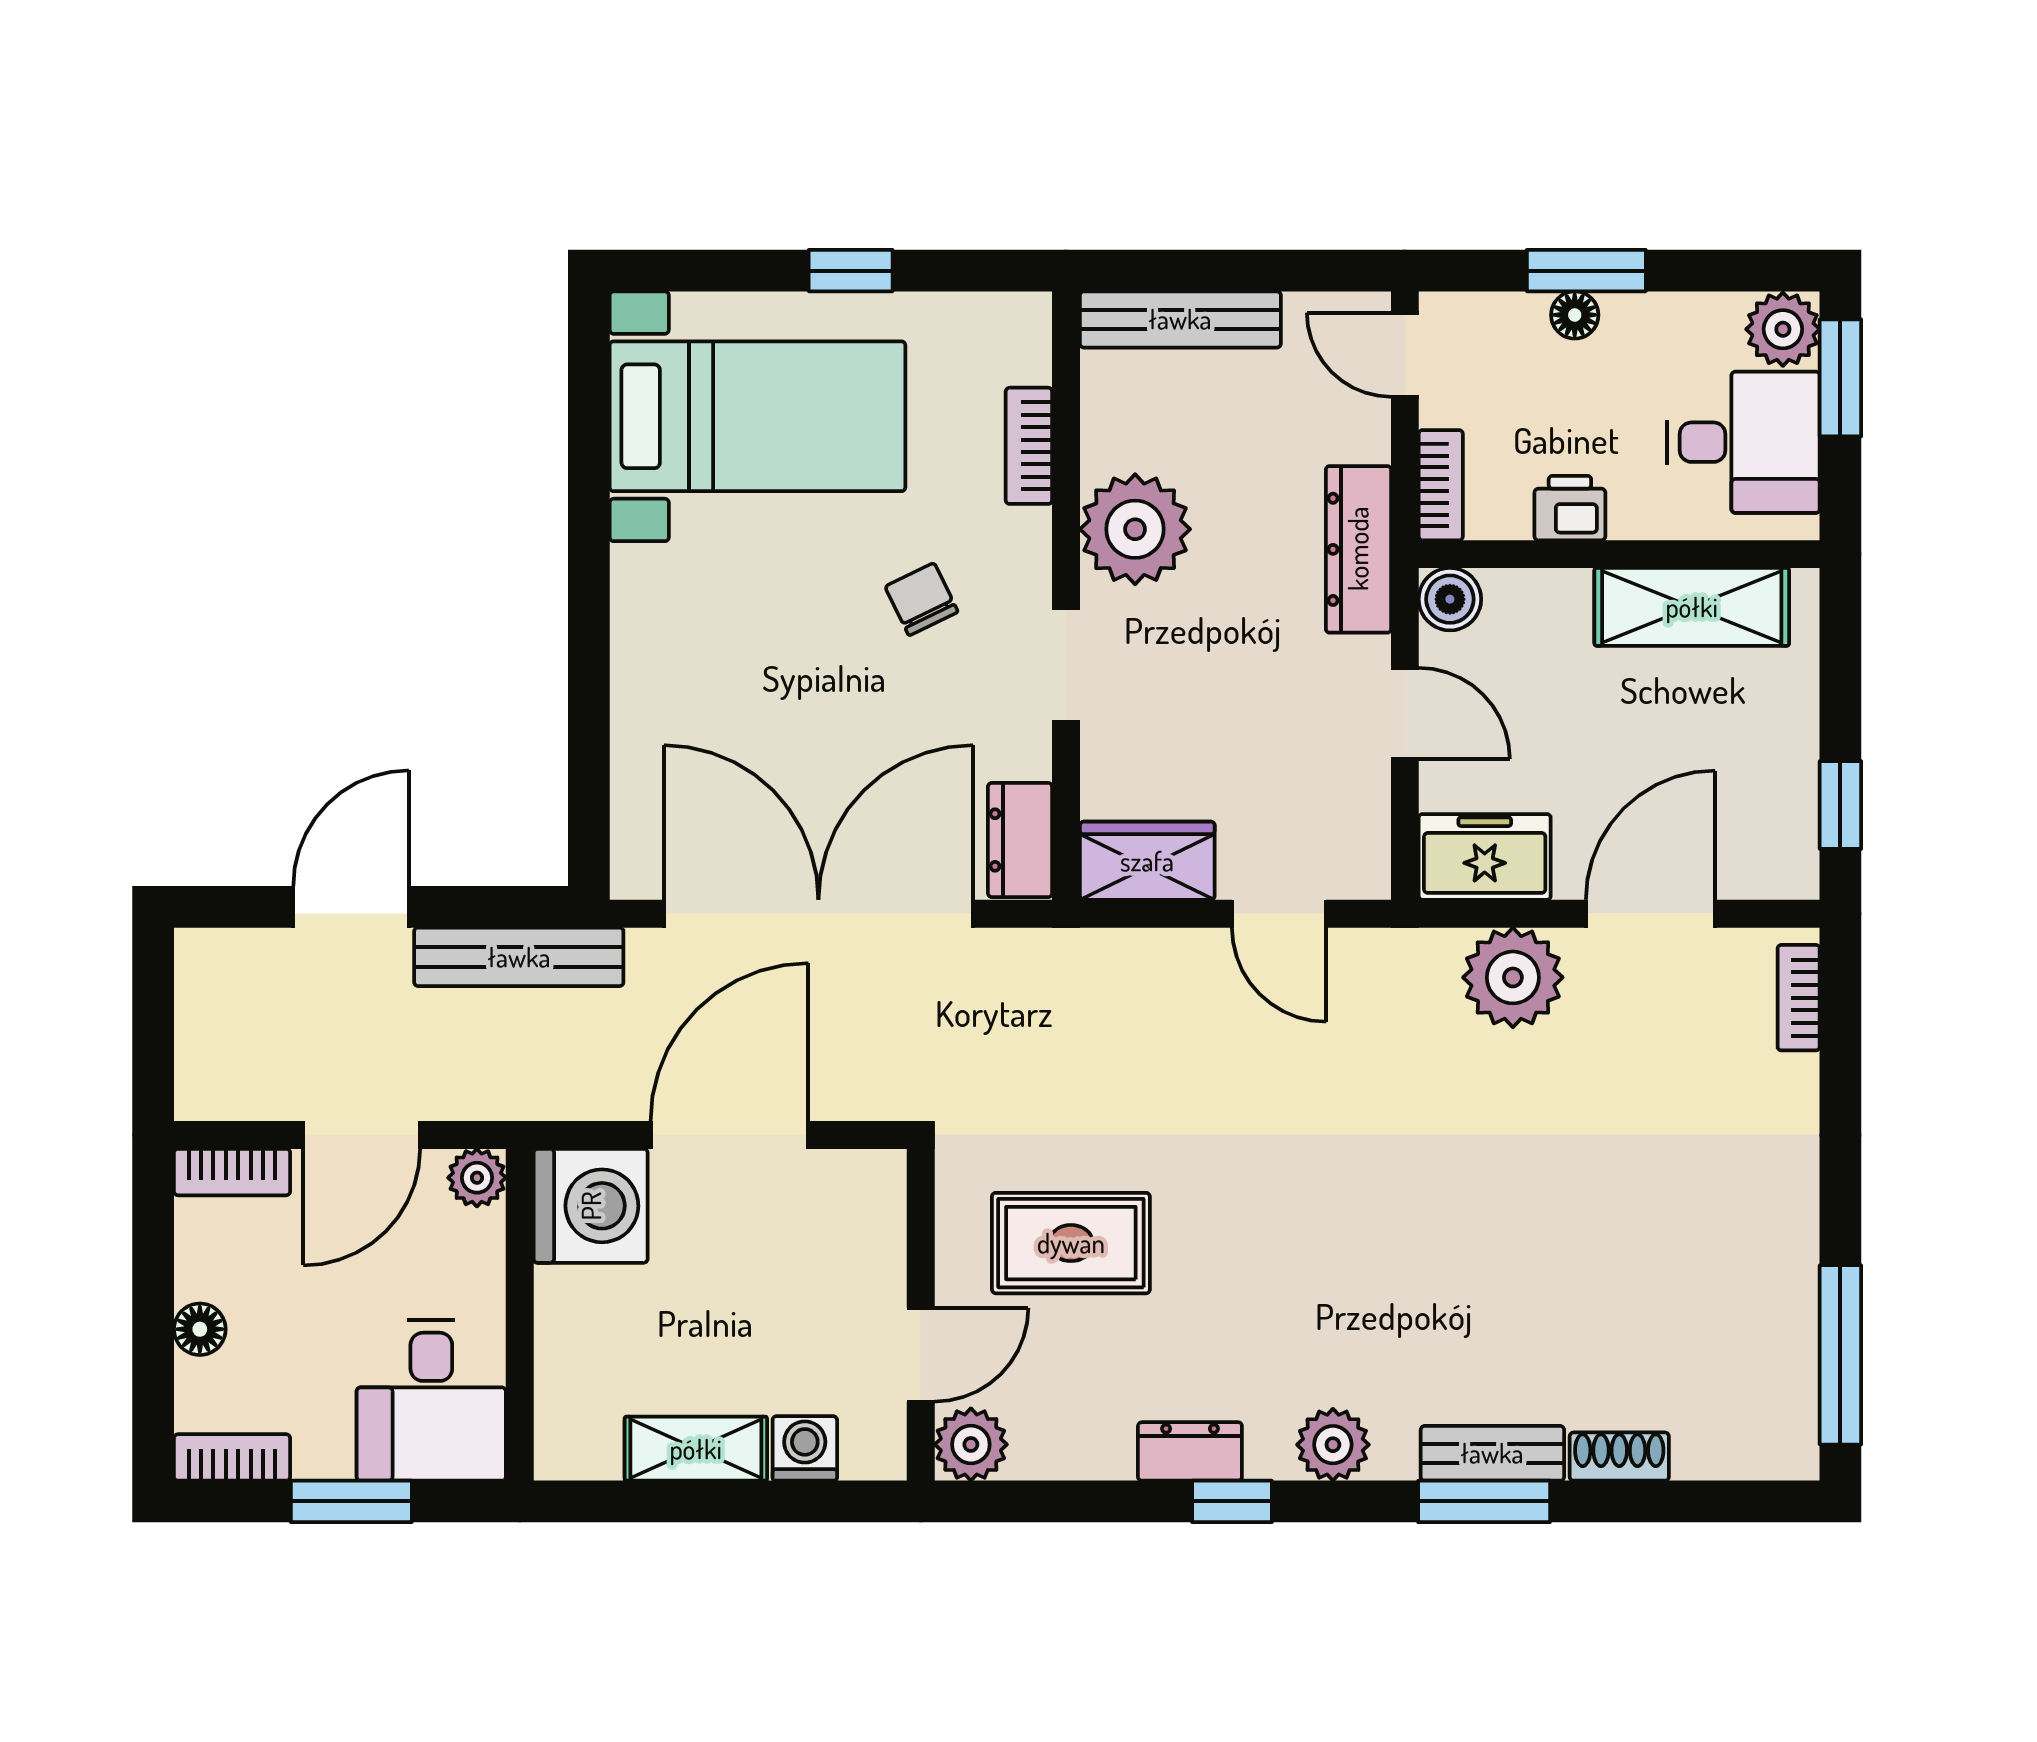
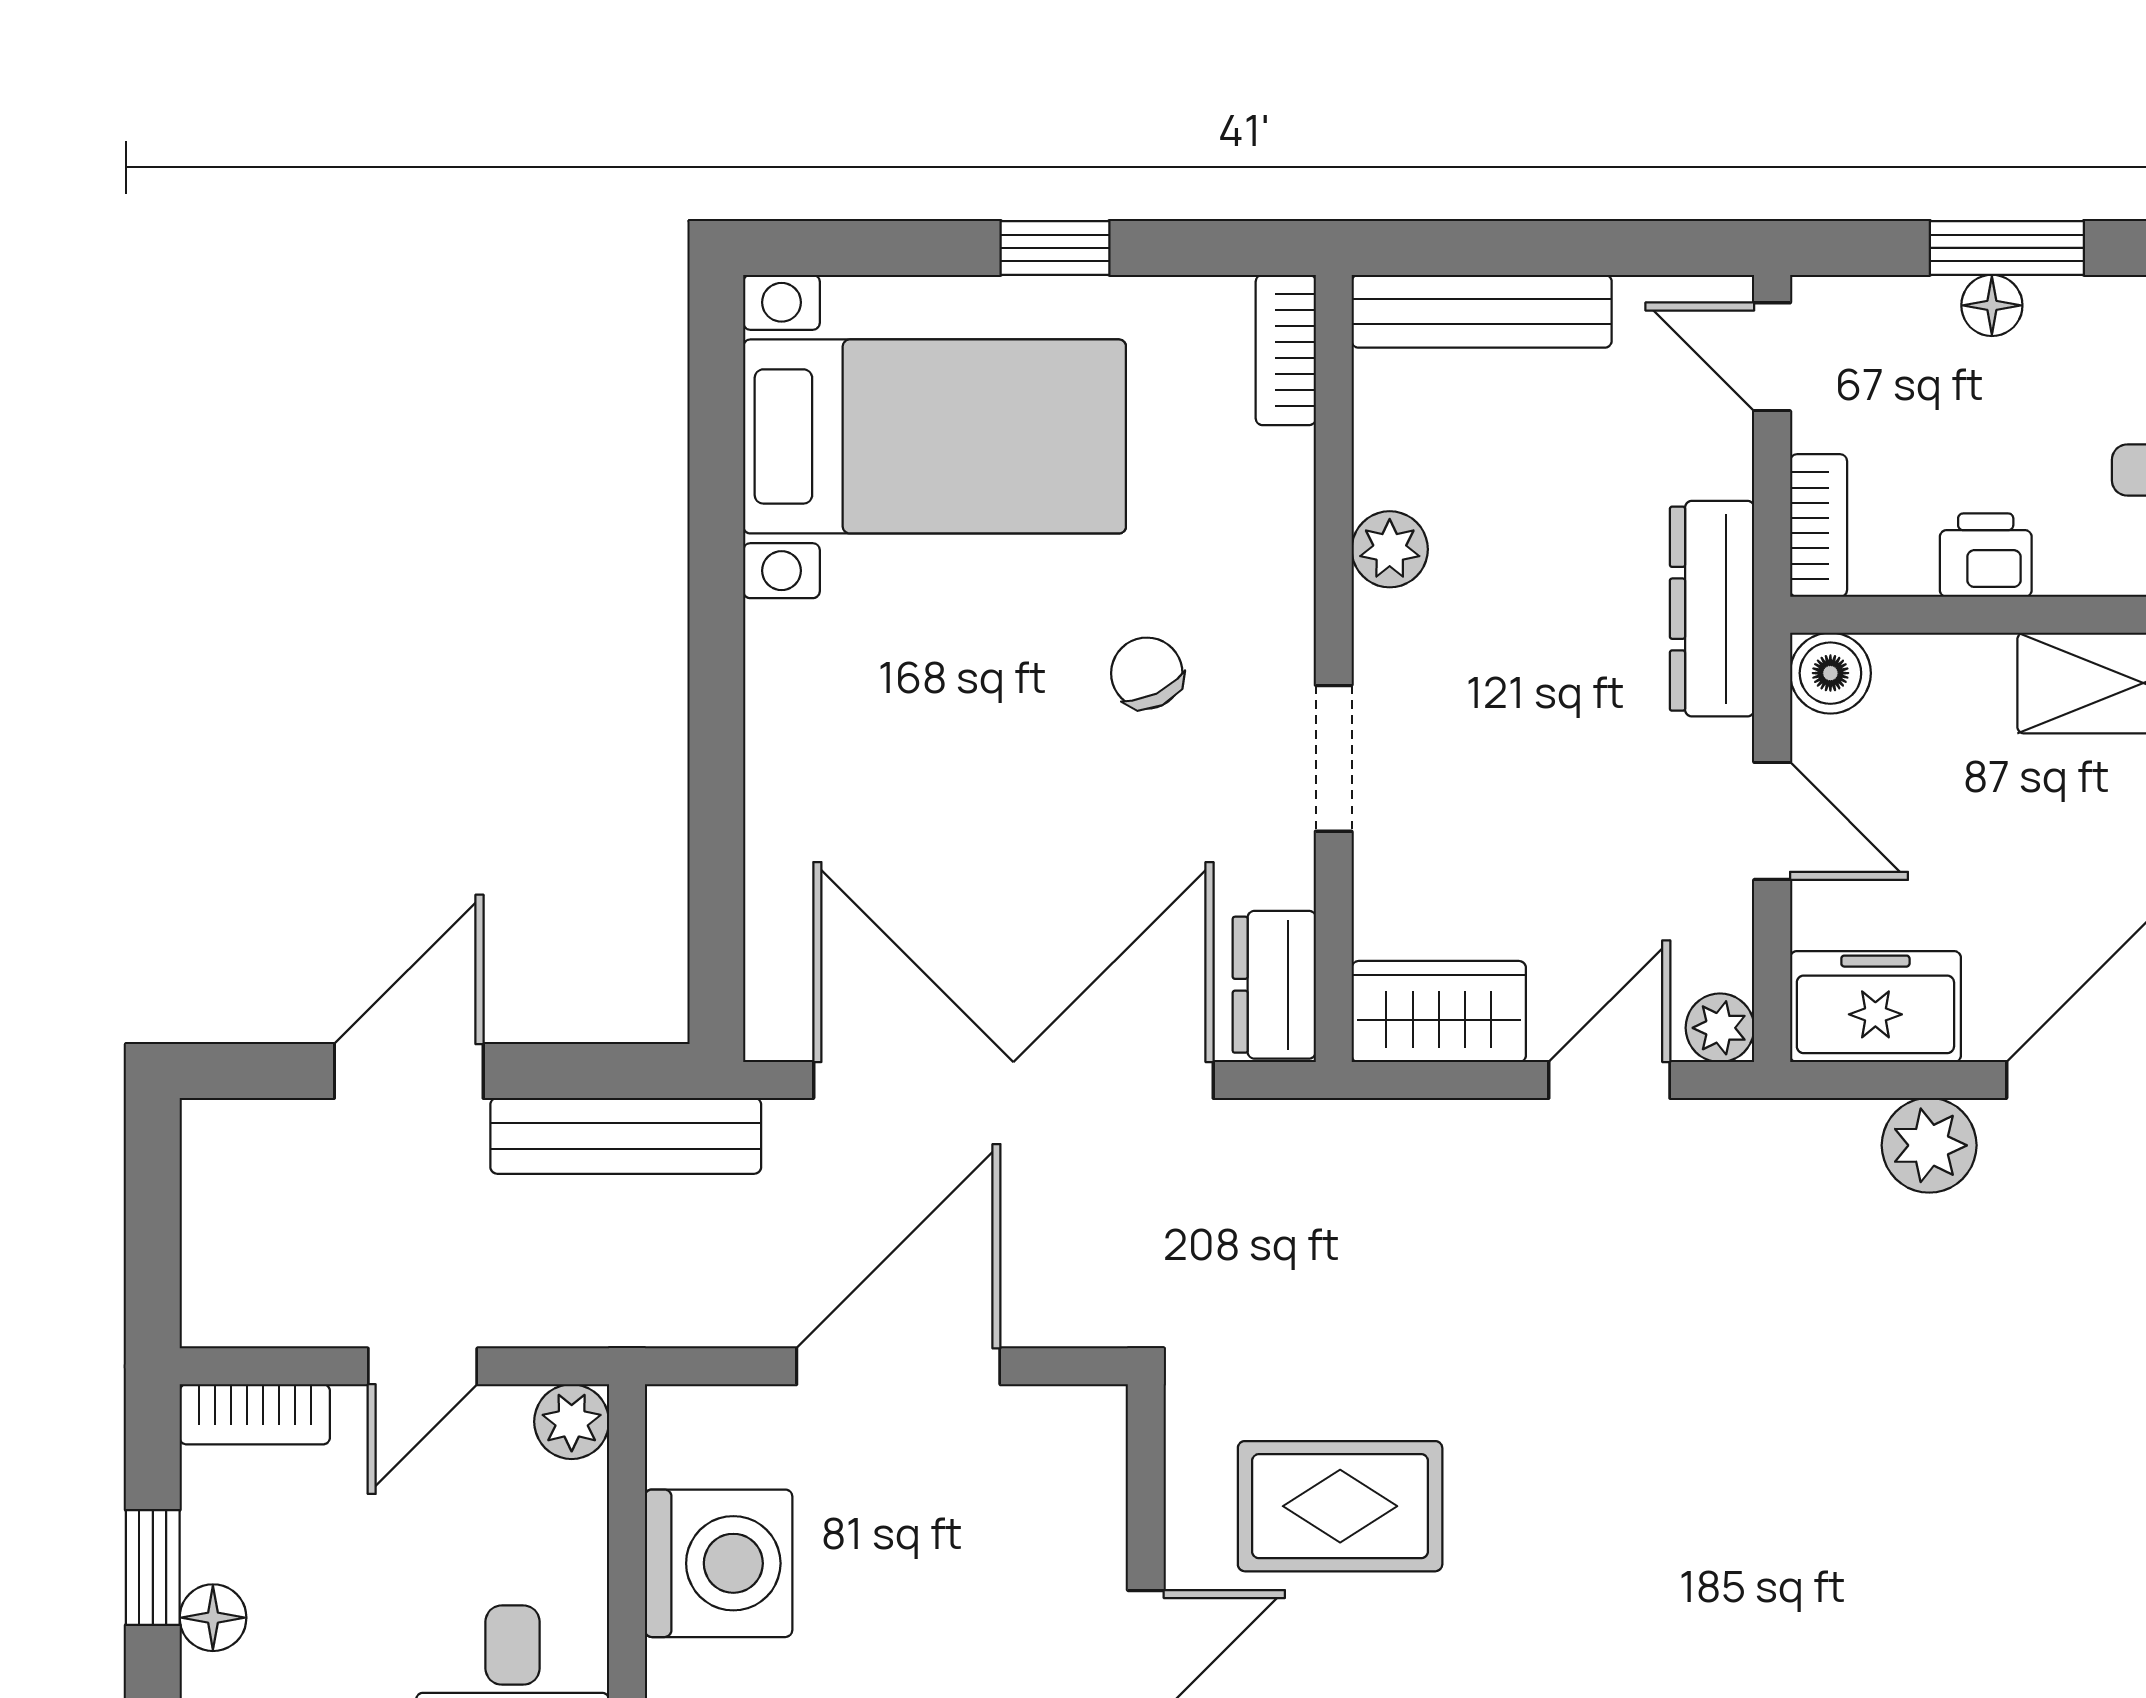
bookcase: (1029, 446) -> (1286, 350), moved
plant: (1135, 529) -> (1390, 549), width x0.53, depth x0.53
plant: (1364, 873) -> (1720, 1028), added
door: (1279, 914) -> (1609, 1080), swing flipped
plant: (1513, 977) -> (1929, 1145), width x0.73, depth x0.73
door: (362, 1135) -> (423, 1366), width x0.73
washing machine: (591, 1206) -> (719, 1563), moved
window: (153, 1290) -> (153, 1568), added

